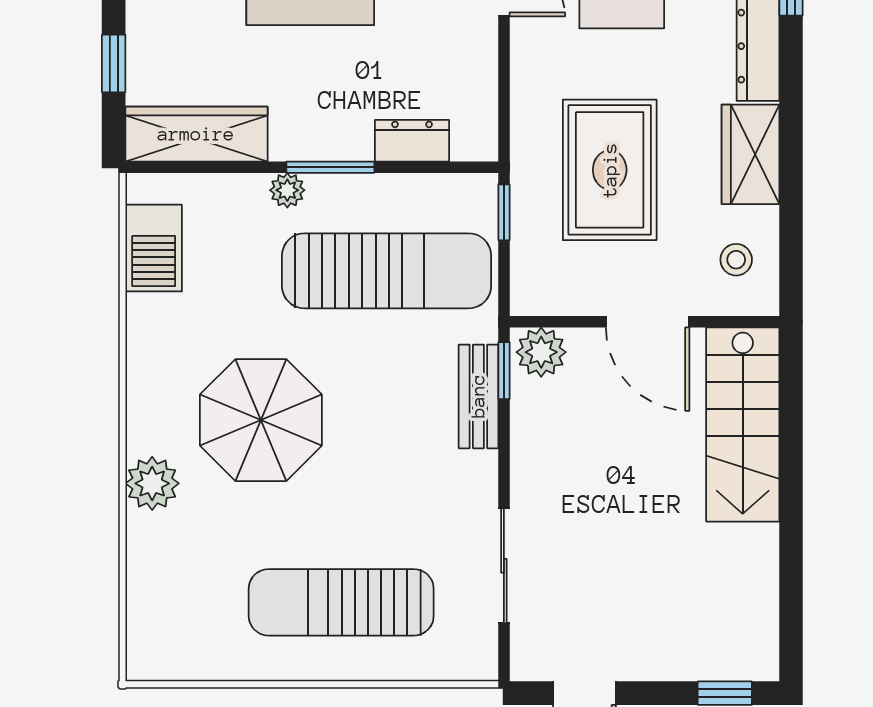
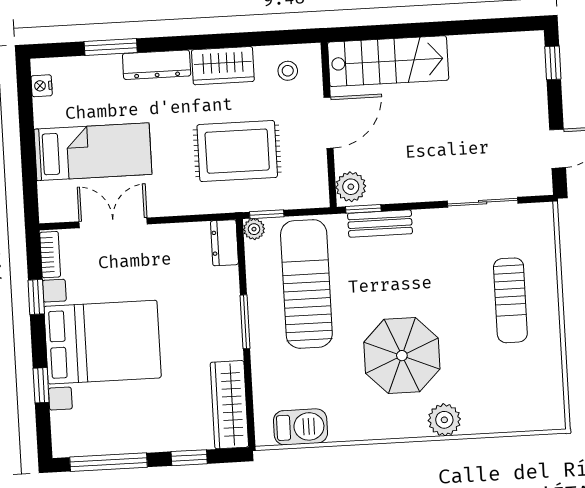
dresser: (412, 141) -> (224, 243), moved
plant: (287, 190) -> (254, 229), moved
sun lounger: (341, 602) -> (510, 300), width x0.73, depth x0.75

